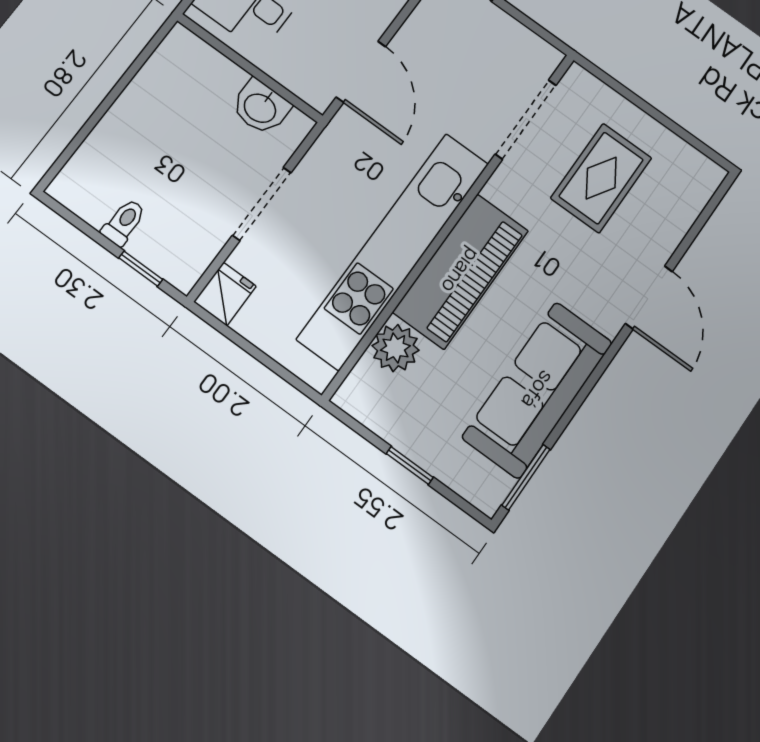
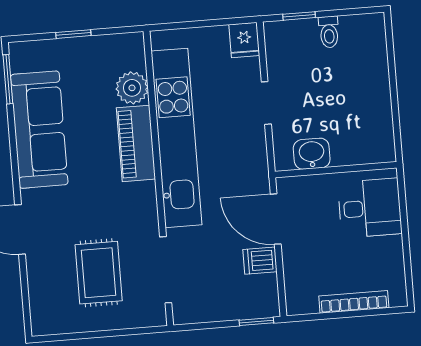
dishwasher: (416, 43) -> (260, 261), added
doorway: (262, 204) -> (266, 103), width x0.73
piano: (461, 271) -> (136, 143), width x0.73, depth x0.75

